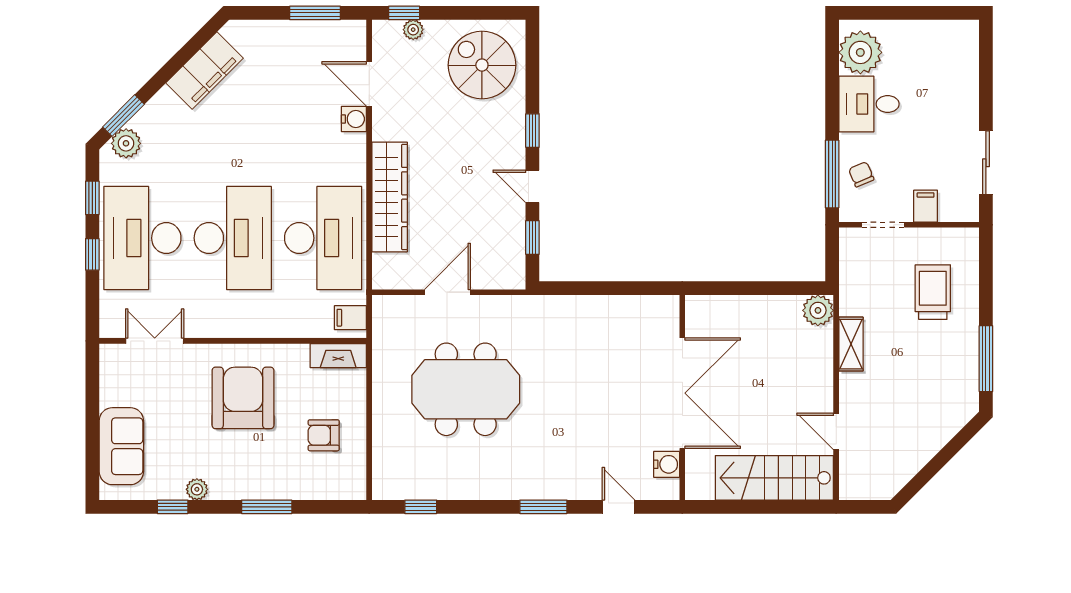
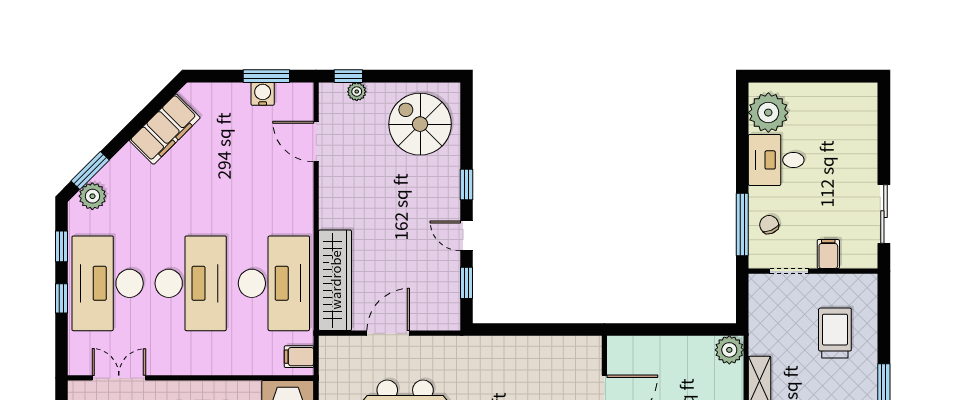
water cooler: (354, 119) -> (263, 94), moved, turned -90
wardrobe: (390, 197) -> (335, 280), moved

